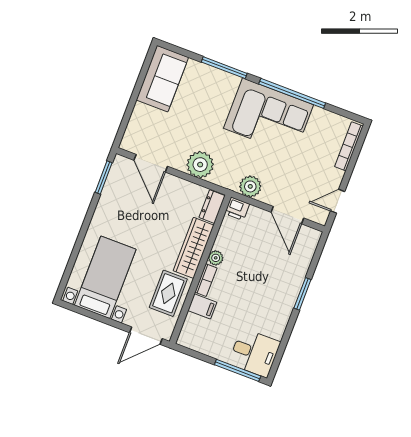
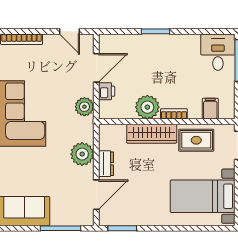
window: (129, 111) -> (60, 228), added
dresser: (212, 207) -> (106, 164), moved, turned -90
printer: (237, 209) -> (107, 91), moved
plant: (216, 258) -> (147, 107), width x1.88, depth x1.88
filing cabinet: (202, 306) -> (210, 109), moved

